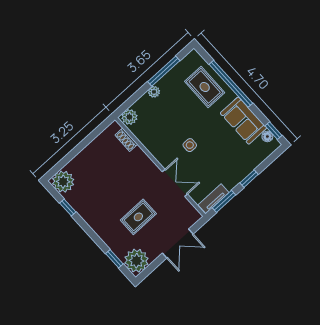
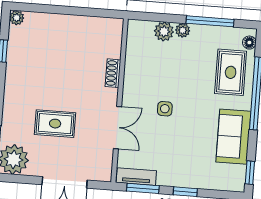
plant: (129, 117) -> (164, 31), moved
floor lamp: (267, 136) -> (249, 43), moved
shoe rack: (126, 140) -> (113, 73), moved
plant: (63, 182) -> (17, 18), width x0.53, depth x0.53

